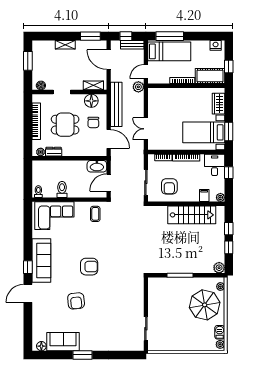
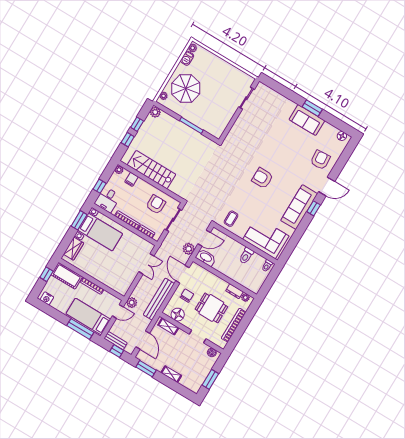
plant: (117, 165) -> (189, 249), added
armchair: (76, 301) -> (320, 160), moved
sofa: (63, 342) -> (307, 120), moved

